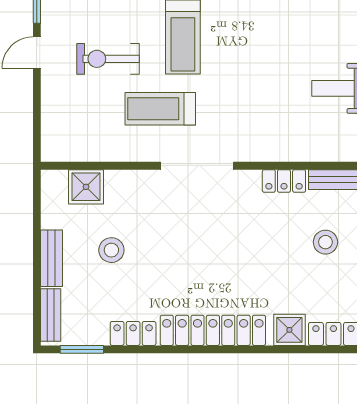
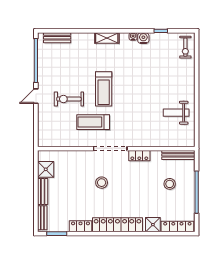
locker: (284, 181) -> (139, 156), moved
shower: (86, 187) -> (46, 169), moved
stool: (111, 250) -> (102, 183), moved

